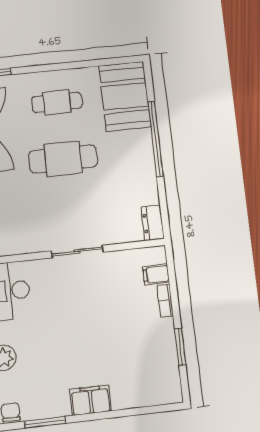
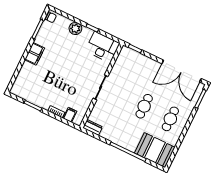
cafe table: (63, 159) -> (144, 106), width x0.73, depth x0.74

